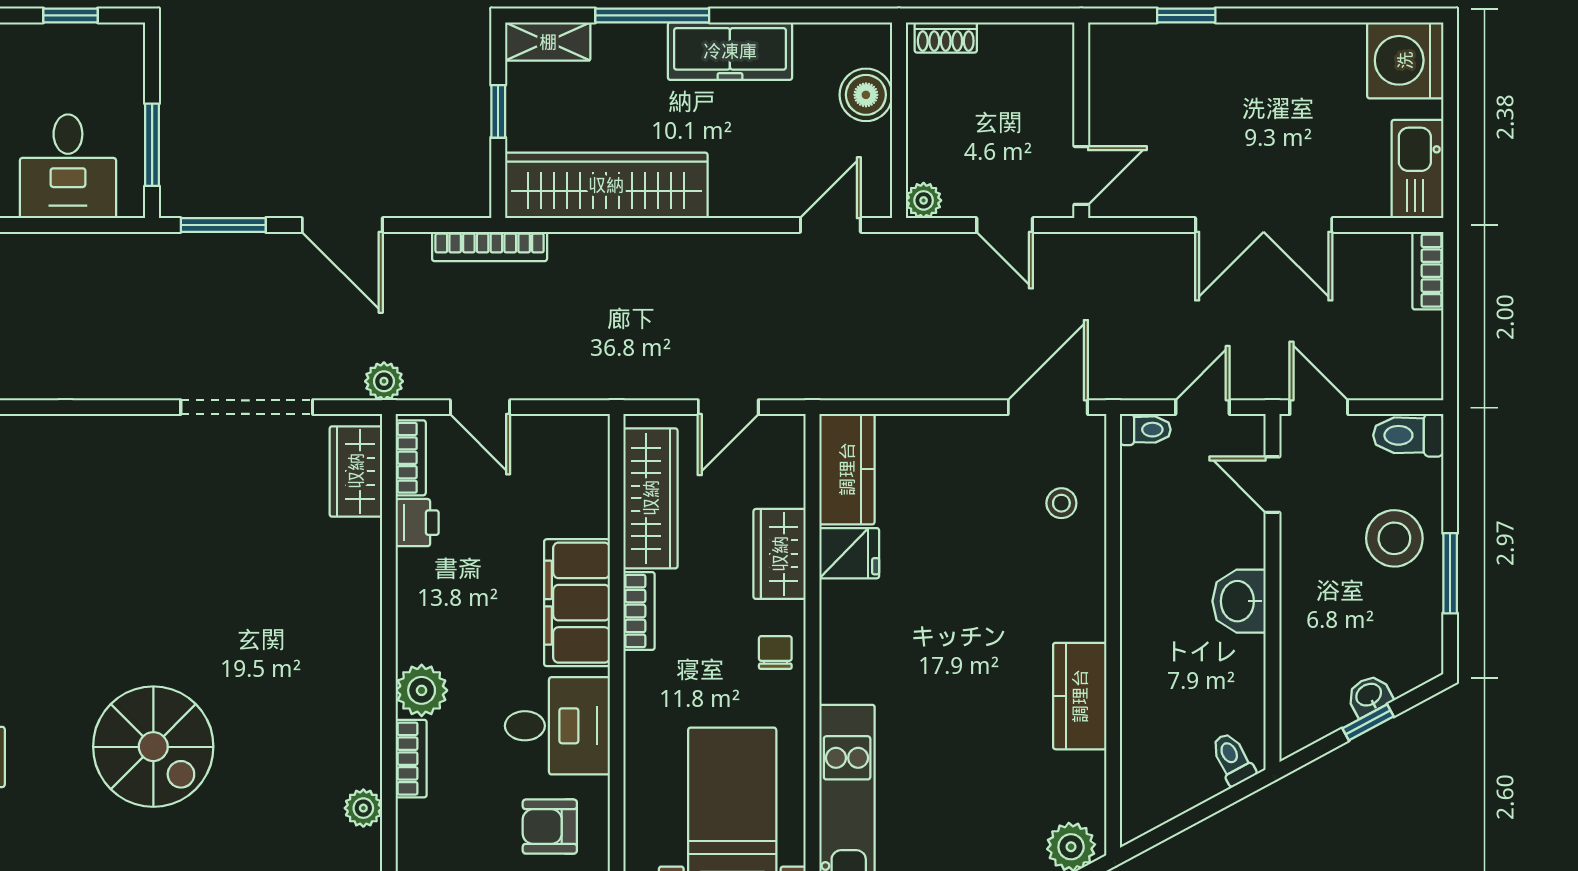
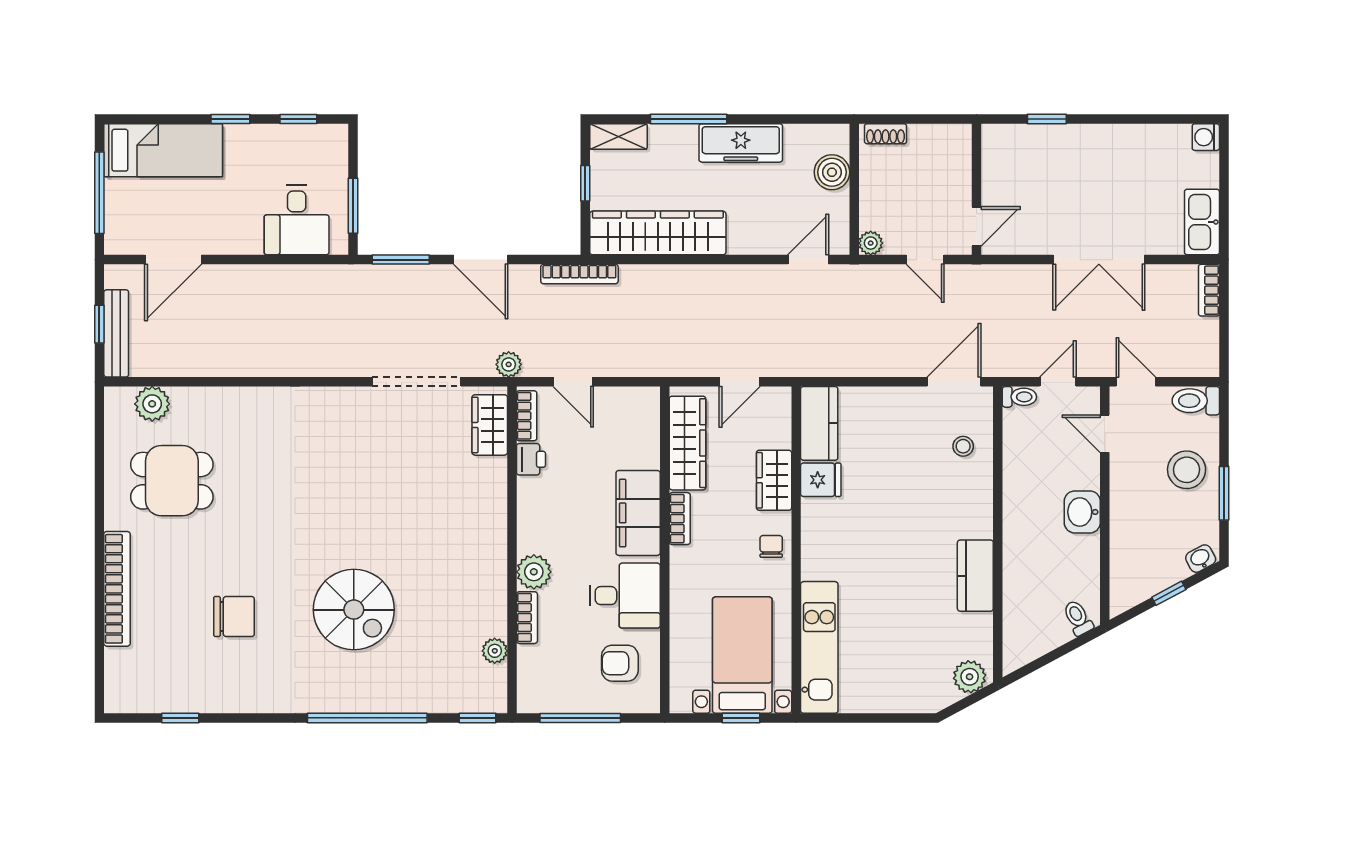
washing machine: (1405, 60) -> (1206, 137), width x0.53, depth x0.53
washbasin: (1369, 696) -> (1201, 559), moved

